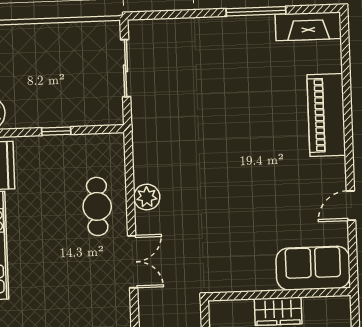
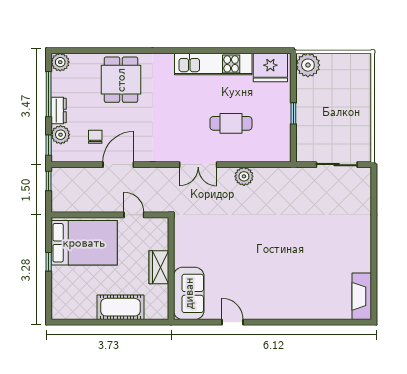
window: (256, 11) -> (374, 259), removed
piano: (326, 115) -> (298, 307), removed
cafe table: (97, 206) -> (231, 123), moved

